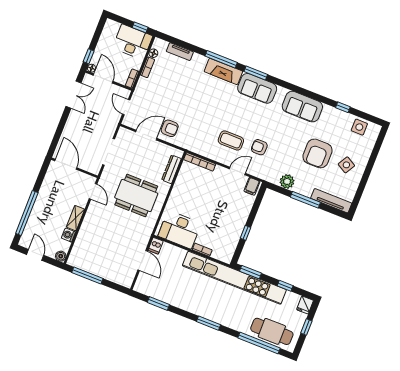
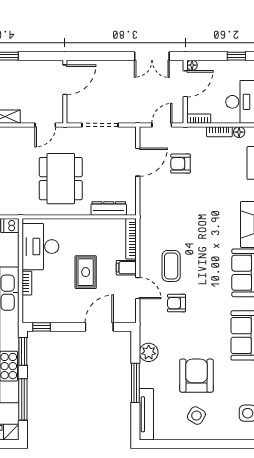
window: (89, 56) -> (236, 56), moved
armchair: (170, 128) -> (180, 164), moved, turned 90
door: (146, 135) -> (138, 162), hinge flipped
armchair: (259, 147) -> (177, 303), turned -90
armchair: (317, 153) -> (196, 376), turned 90
filing cabinet: (252, 186) -> (126, 268), moved
rug: (211, 204) -> (86, 272), added
door: (255, 210) -> (99, 327), added
window: (245, 233) -> (41, 327), moved
window: (285, 286) -> (23, 399), width x2.17

